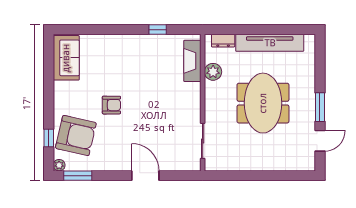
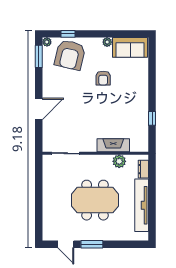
fireplace: (192, 61) -> (113, 145), moved
plant: (59, 87) -> (107, 42), added
armchair: (111, 105) -> (103, 78), moved

